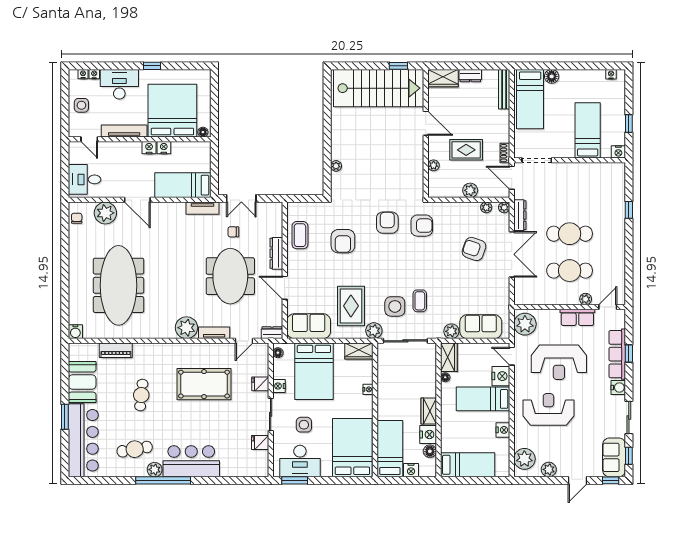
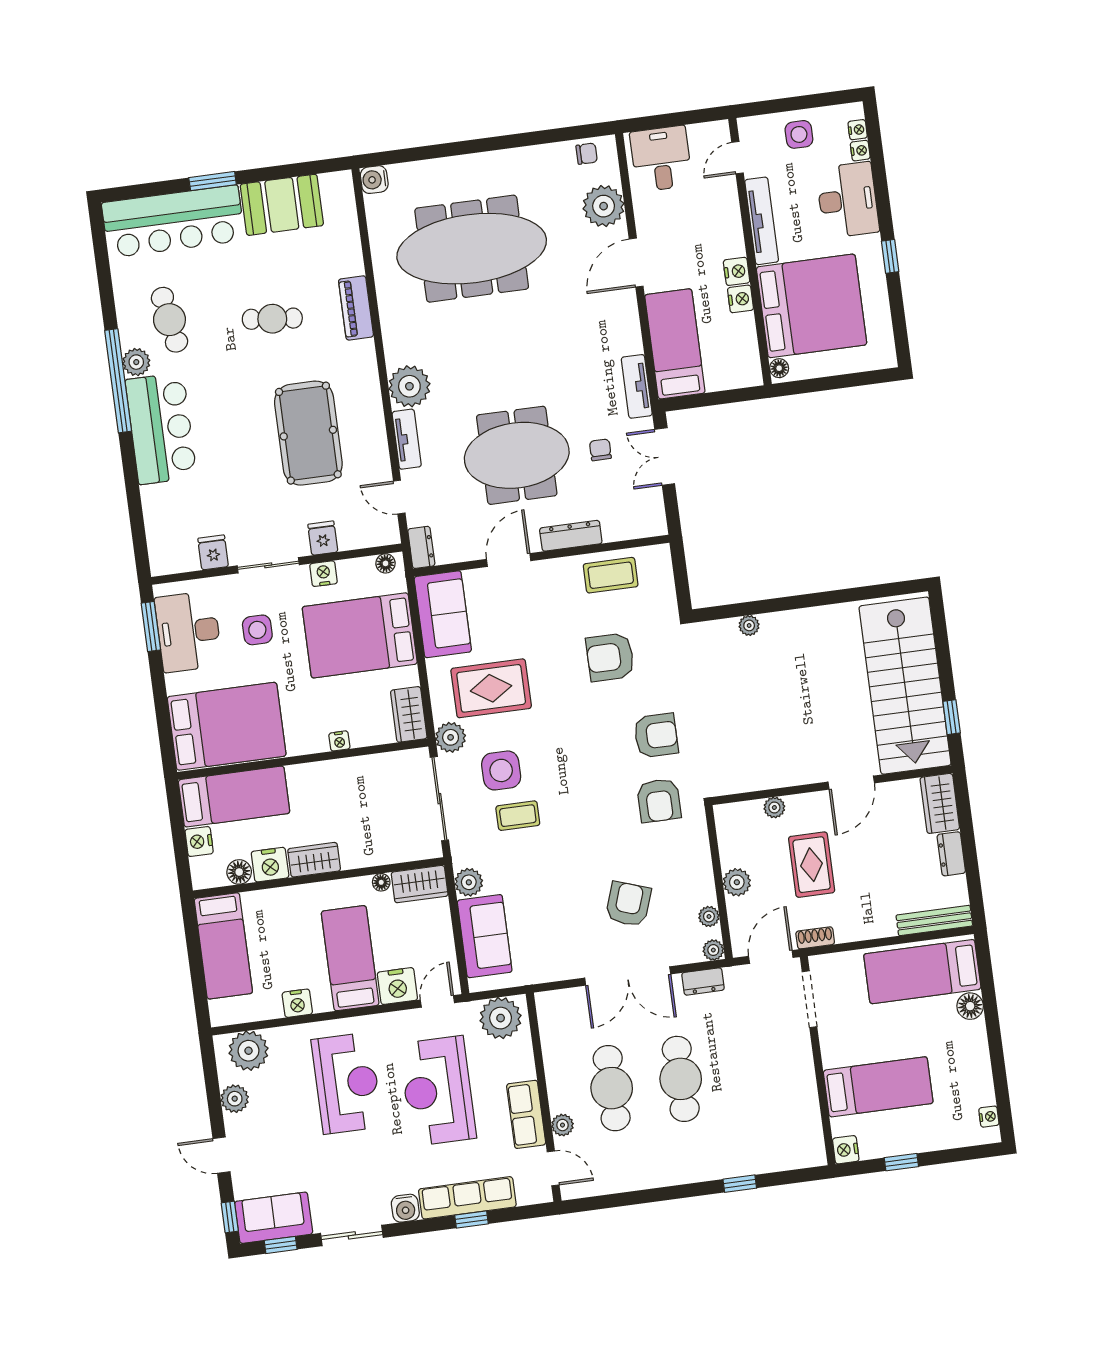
dresser: (520, 215) -> (703, 981), width x0.70
piano: (116, 350) -> (356, 308), moved

